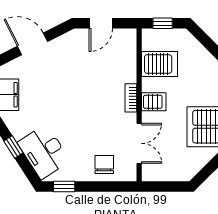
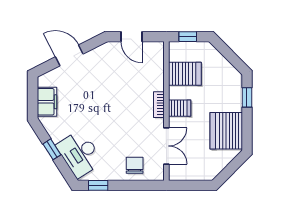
door: (101, 23) -> (132, 37), hinge flipped

